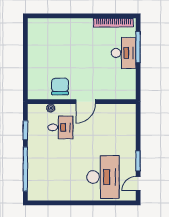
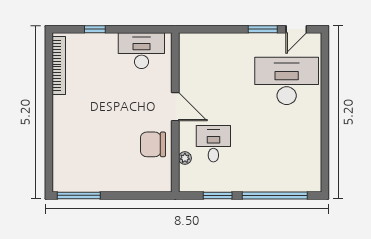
window: (25, 36) -> (79, 195), added
window: (138, 47) -> (95, 29), width x0.46
desk: (124, 53) -> (141, 51), moved
door: (138, 184) -> (296, 29), hinge flipped

